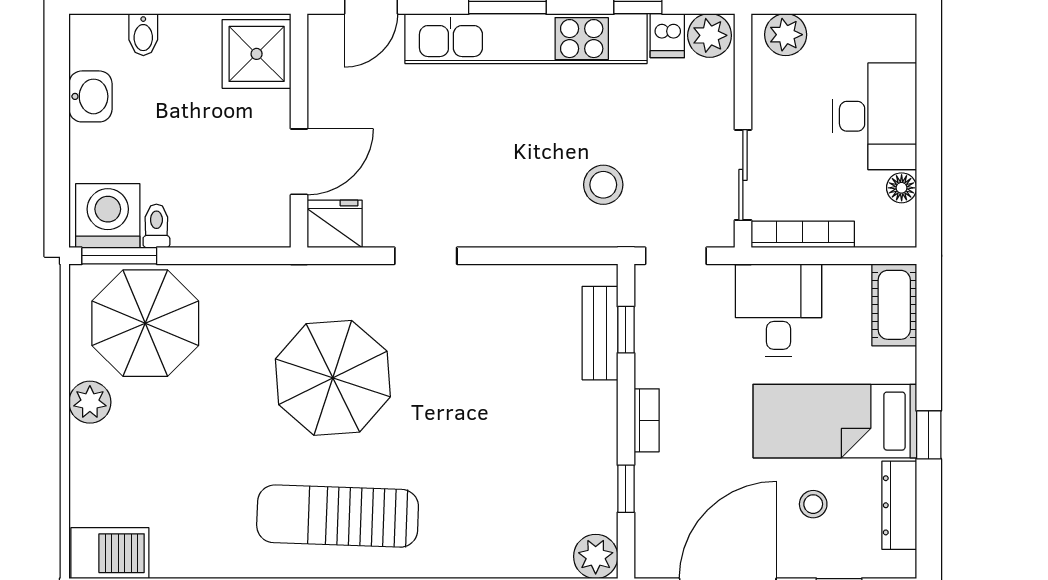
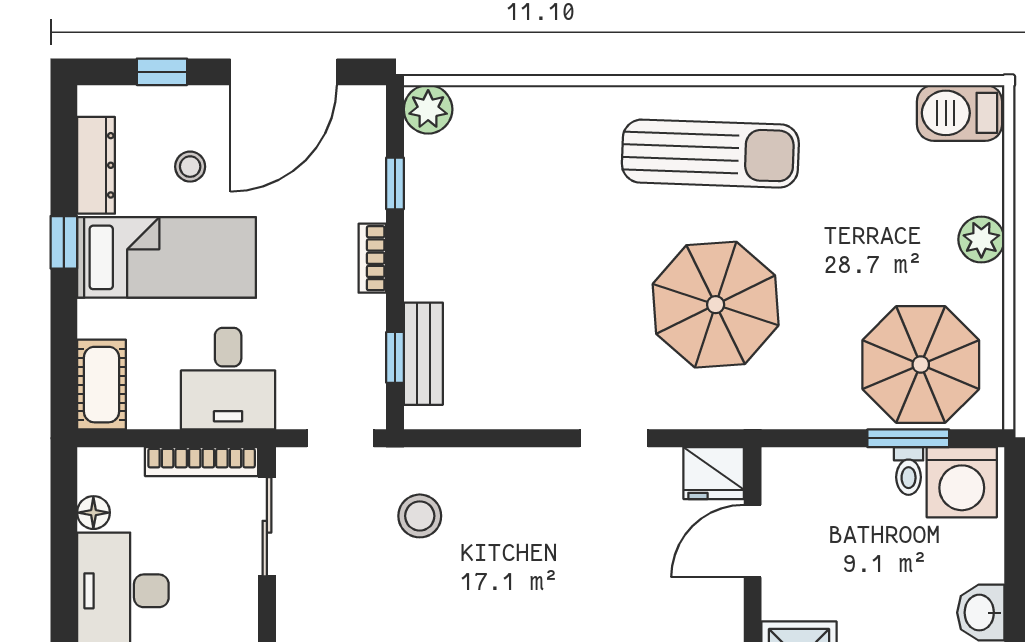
window: (119, 256) -> (908, 438), moved
plant: (90, 402) -> (981, 239), moved

